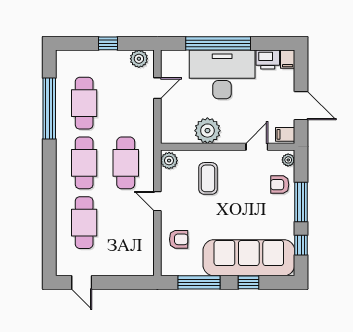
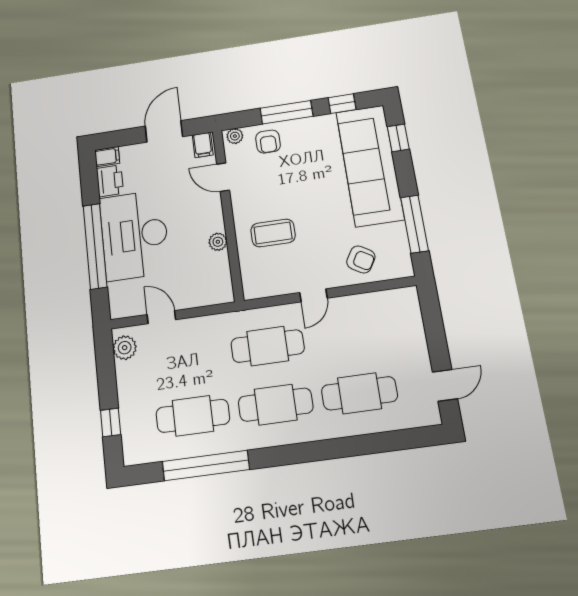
window: (108, 43) -> (111, 422), moved
plant: (207, 131) -> (218, 242), width x0.53, depth x0.53
plant: (169, 161) -> (256, 288), removed
armchair: (179, 239) -> (361, 259), turned 121
window: (249, 282) -> (398, 138), moved

